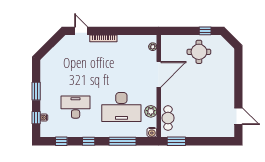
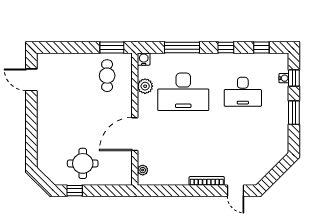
desk: (121, 107) -> (183, 92), turned 180
cafe table: (168, 118) -> (107, 76), moved

